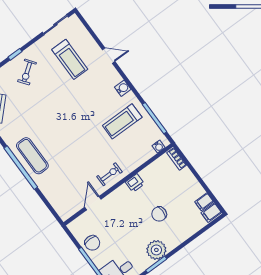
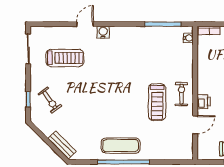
water cooler: (123, 88) -> (103, 32), moved
treadmill: (122, 121) -> (157, 102), moved
printer: (135, 183) -> (204, 102), moved
door: (93, 203) -> (195, 125), swing flipped

